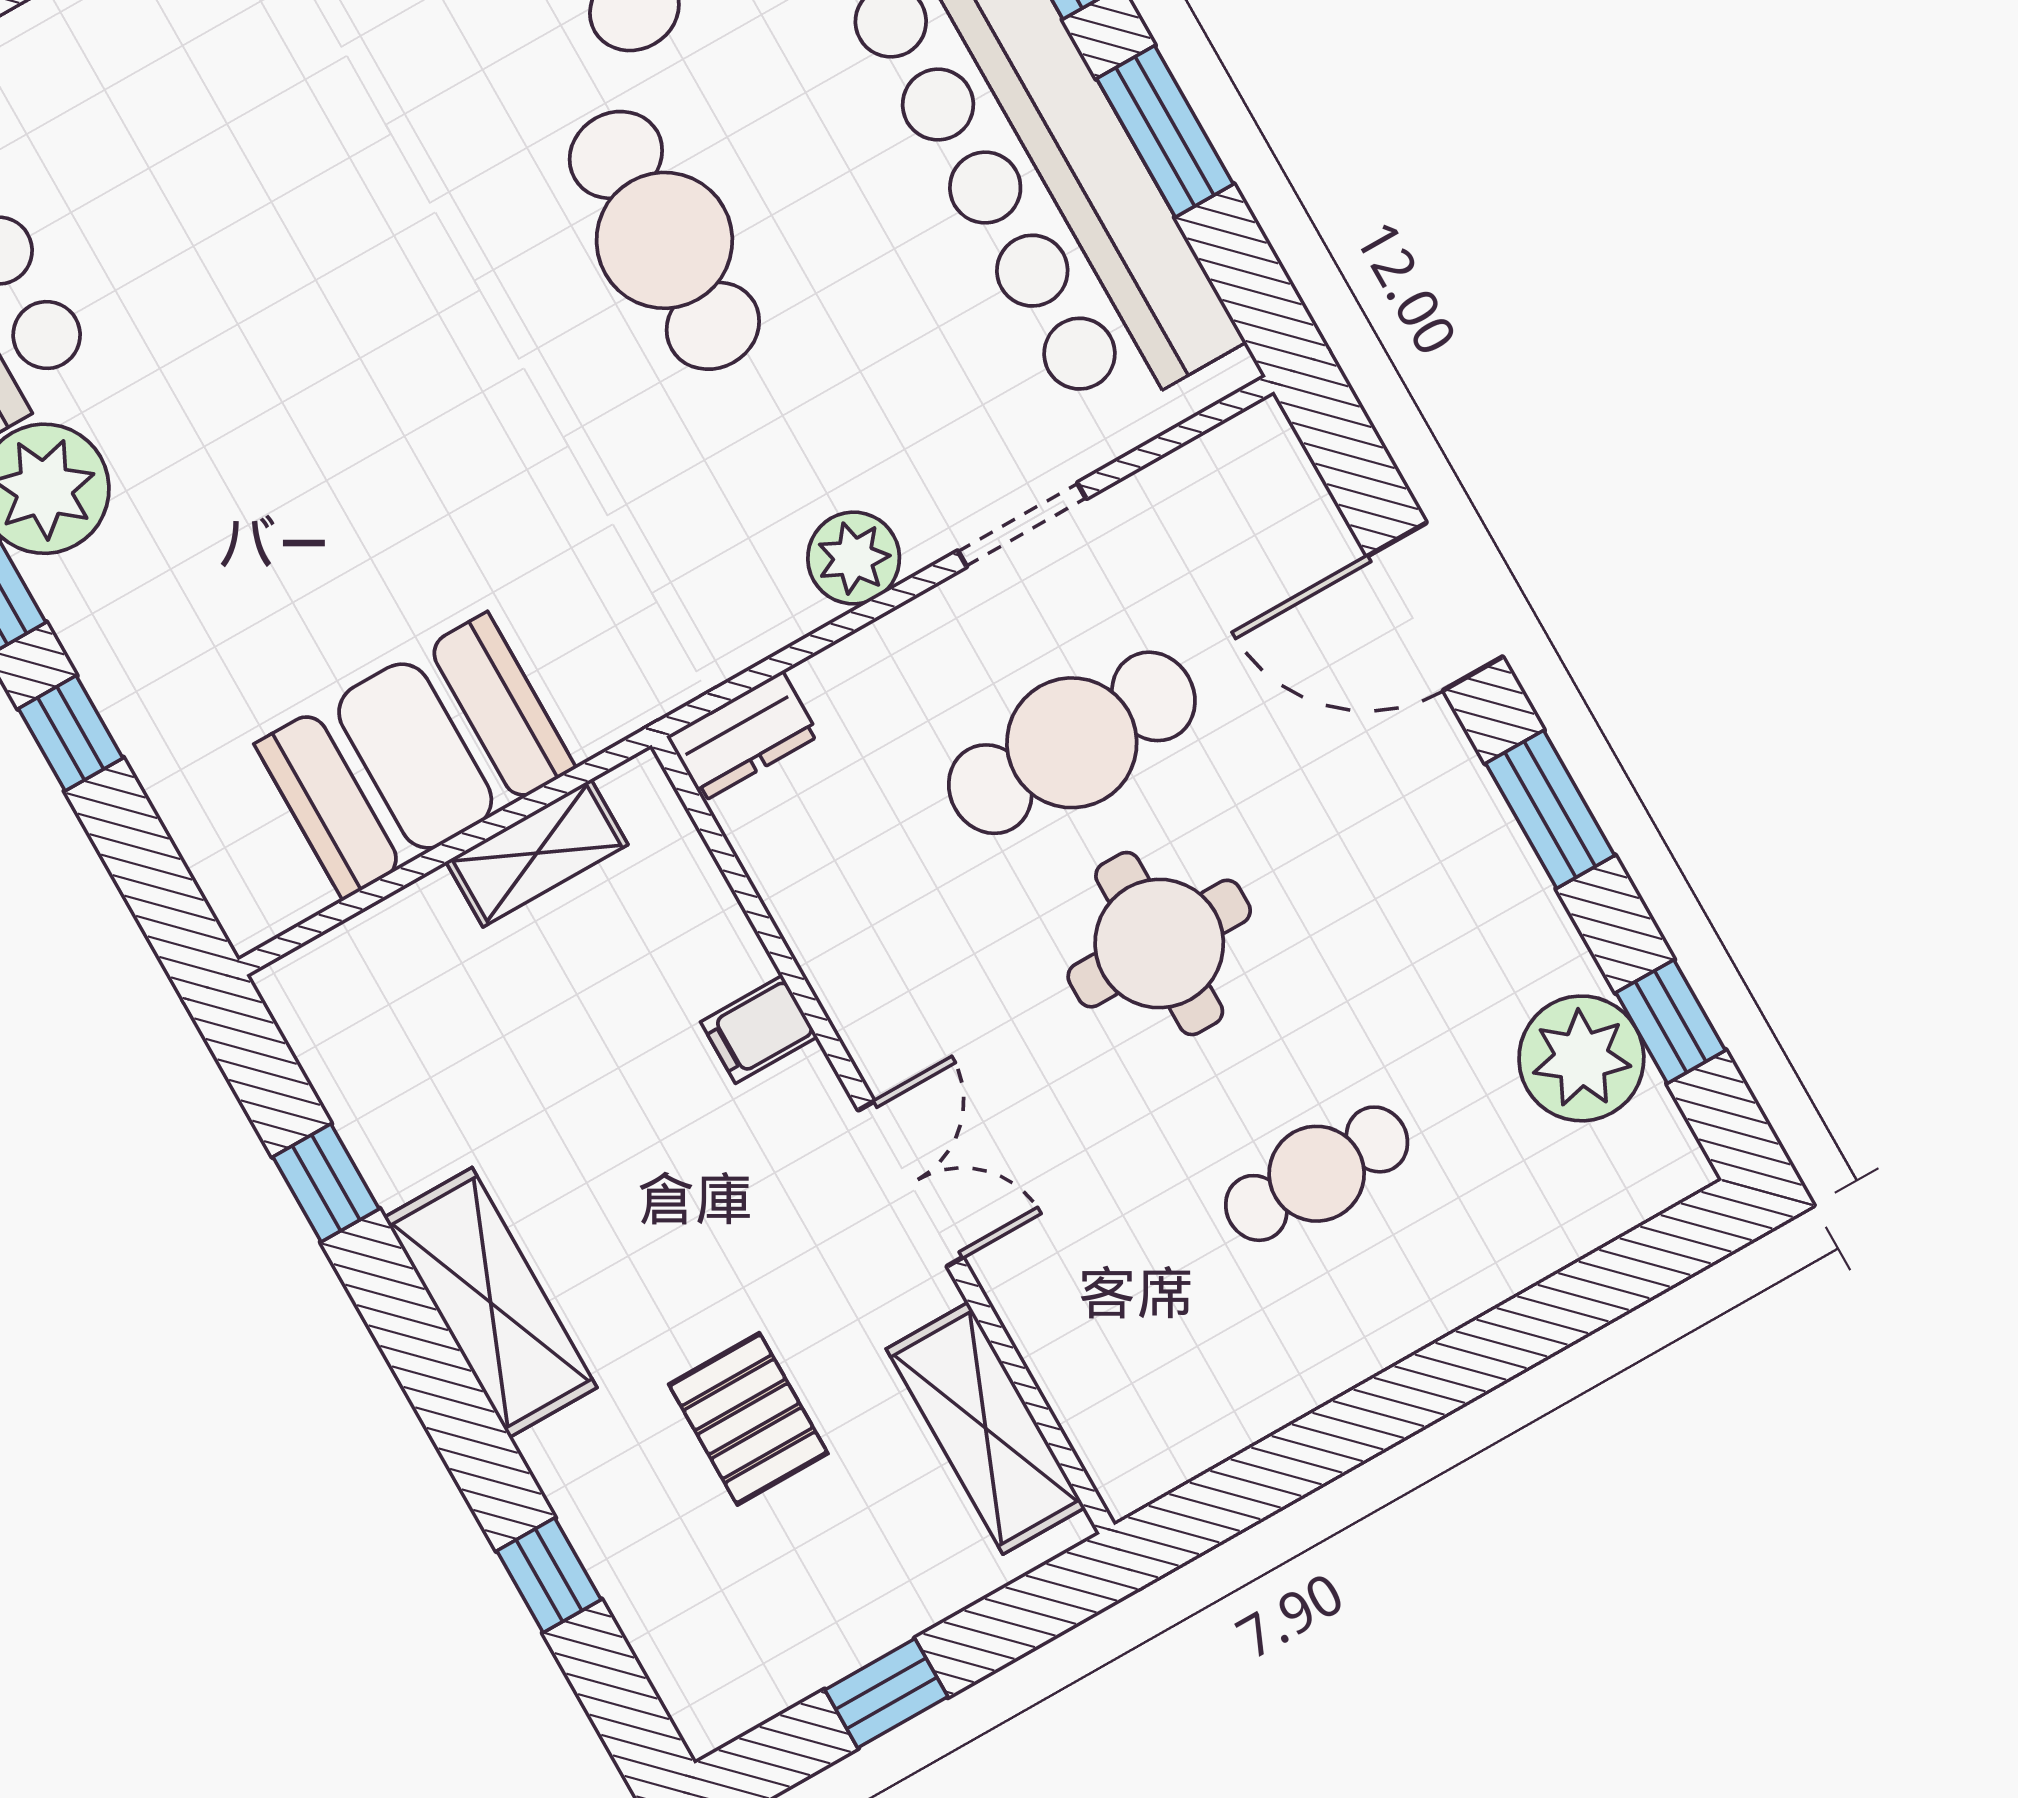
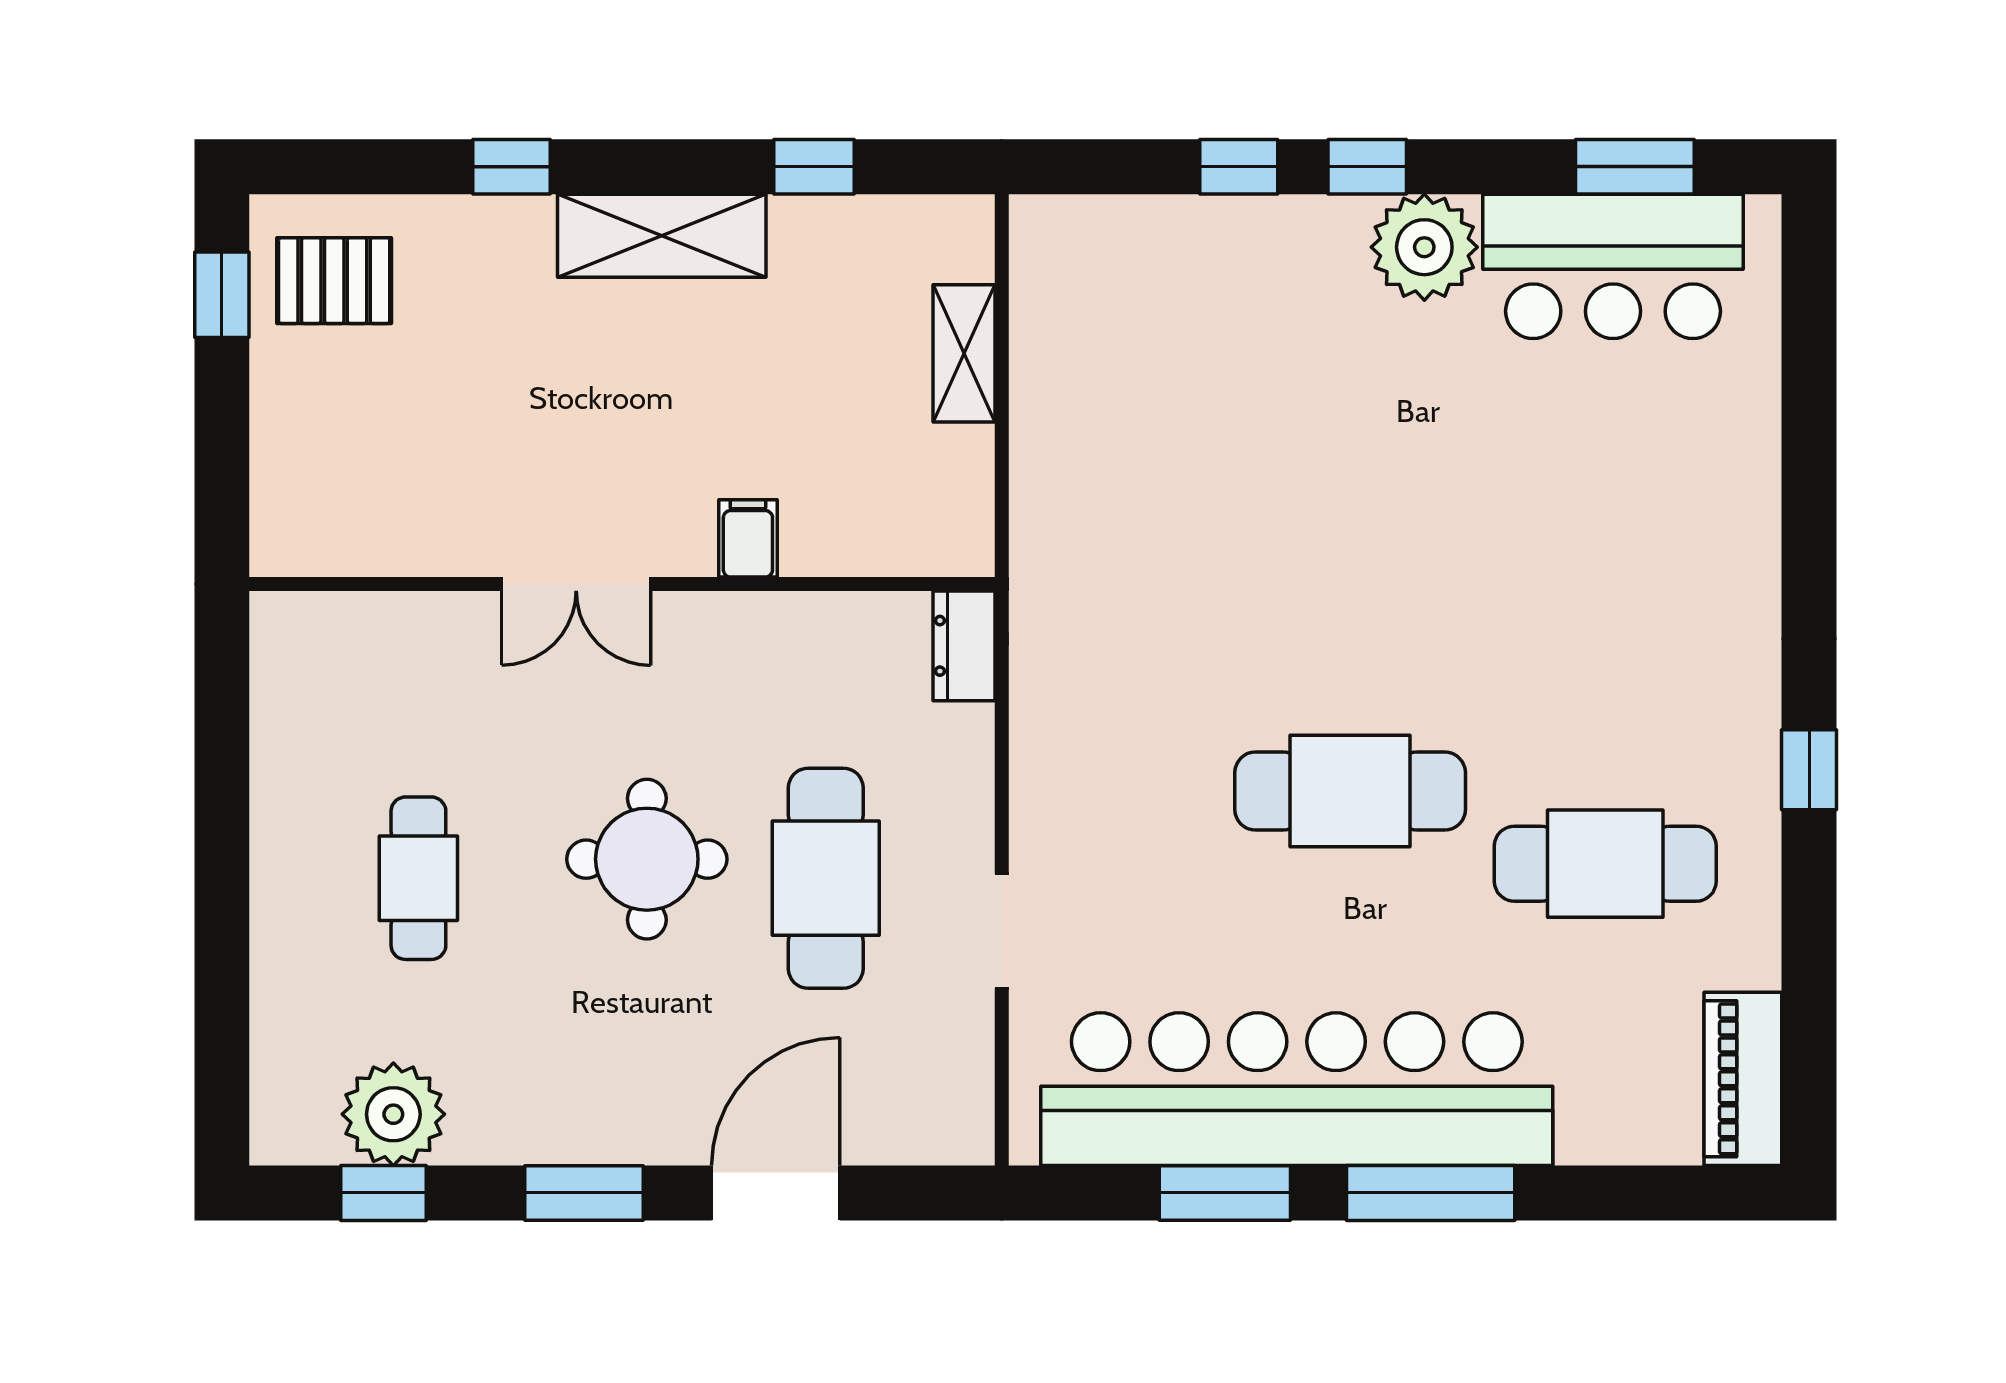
plant: (854, 558) -> (1046, 797), removed
booth: (415, 756) -> (1083, 404), removed
shelving: (537, 853) -> (964, 353), moved
pallet: (748, 1419) -> (334, 281), moved
shelving: (986, 1428) -> (371, 538), removed
window: (549, 1575) -> (511, 167), moved
window: (886, 1693) -> (222, 295), moved

